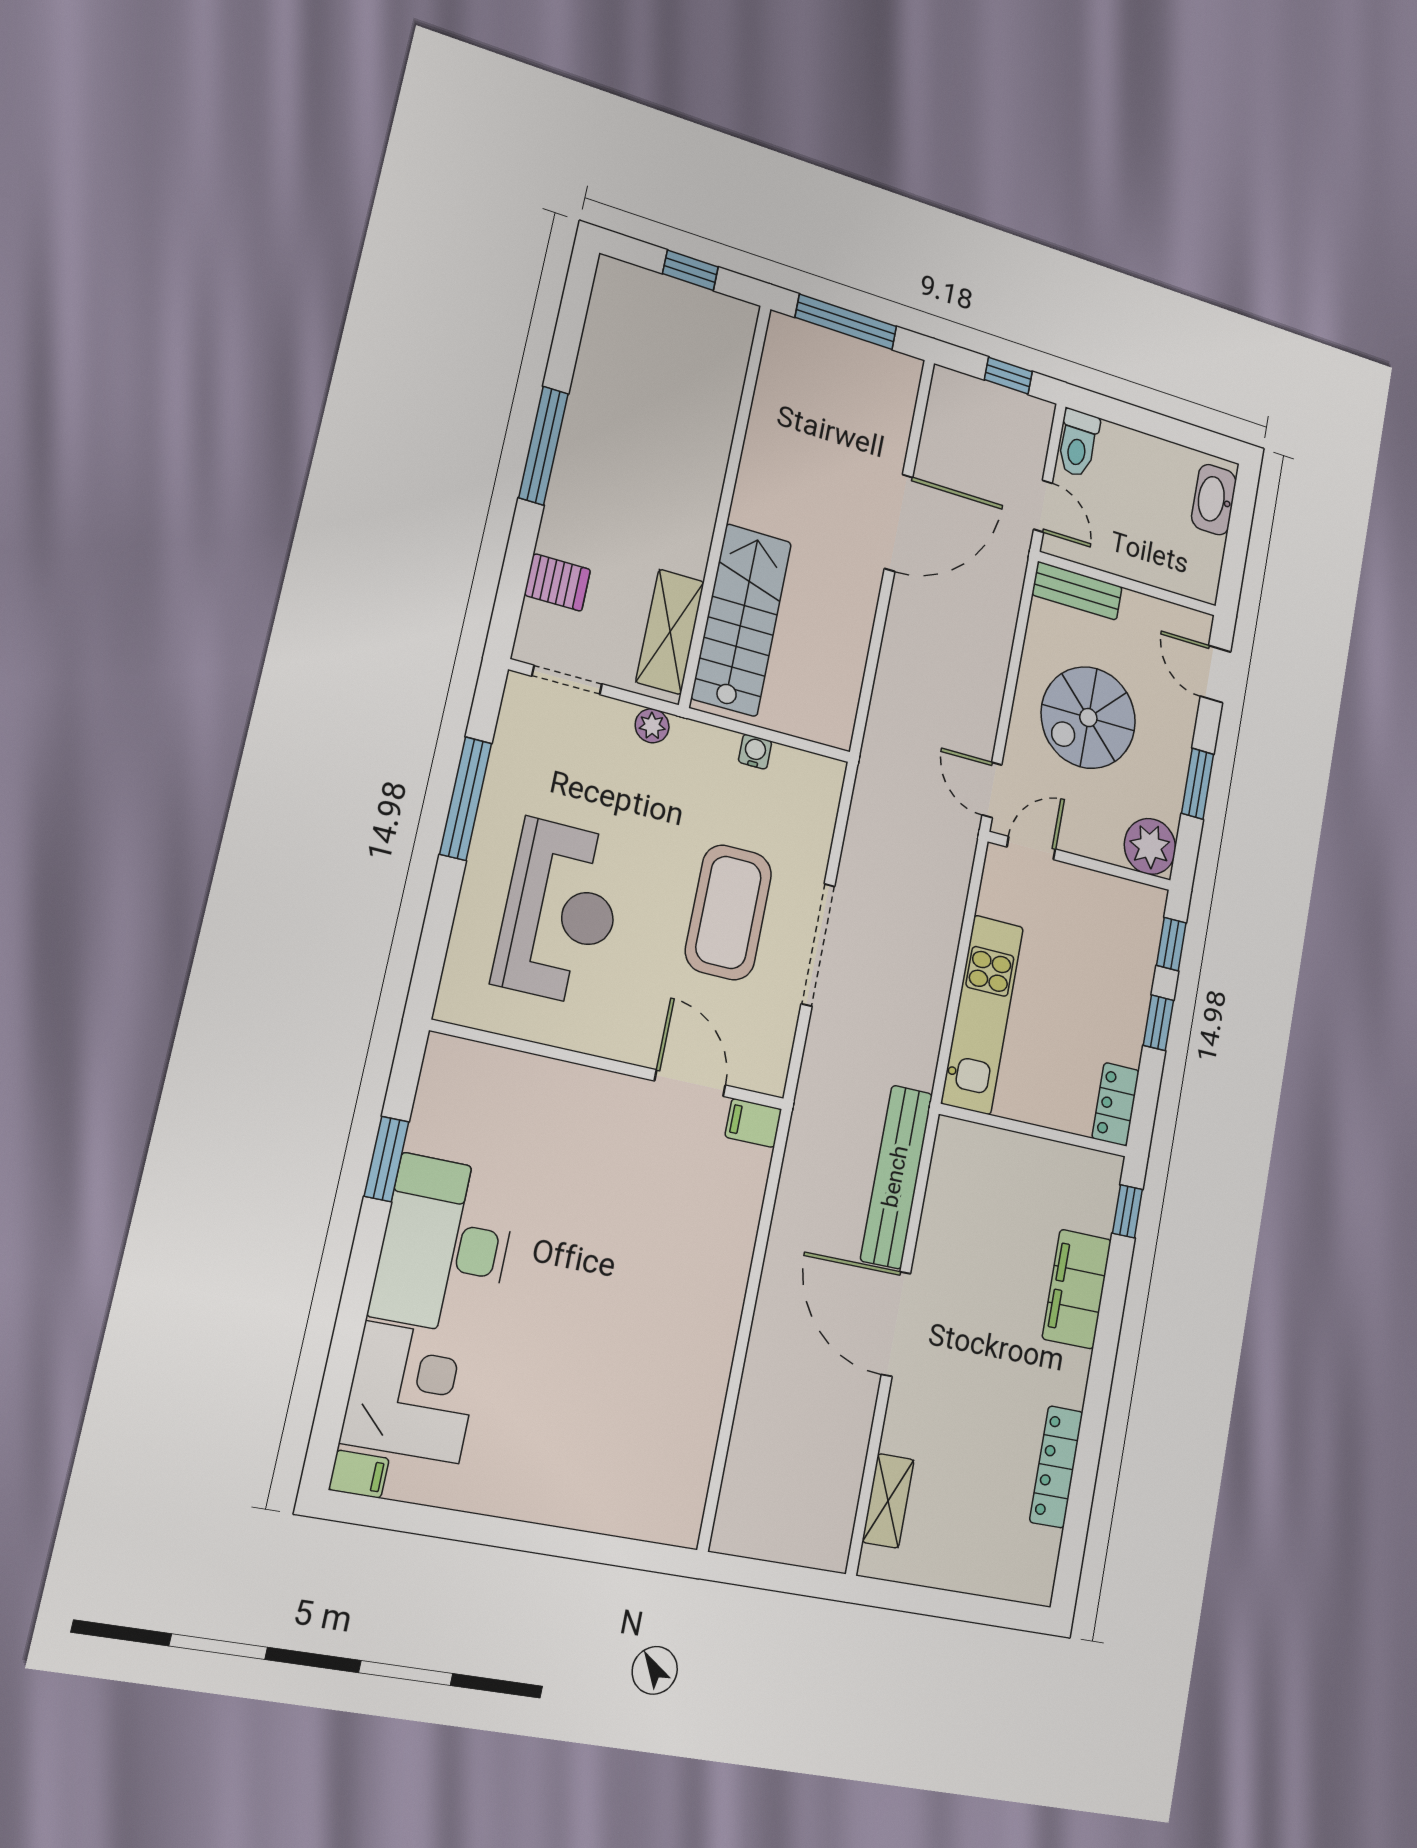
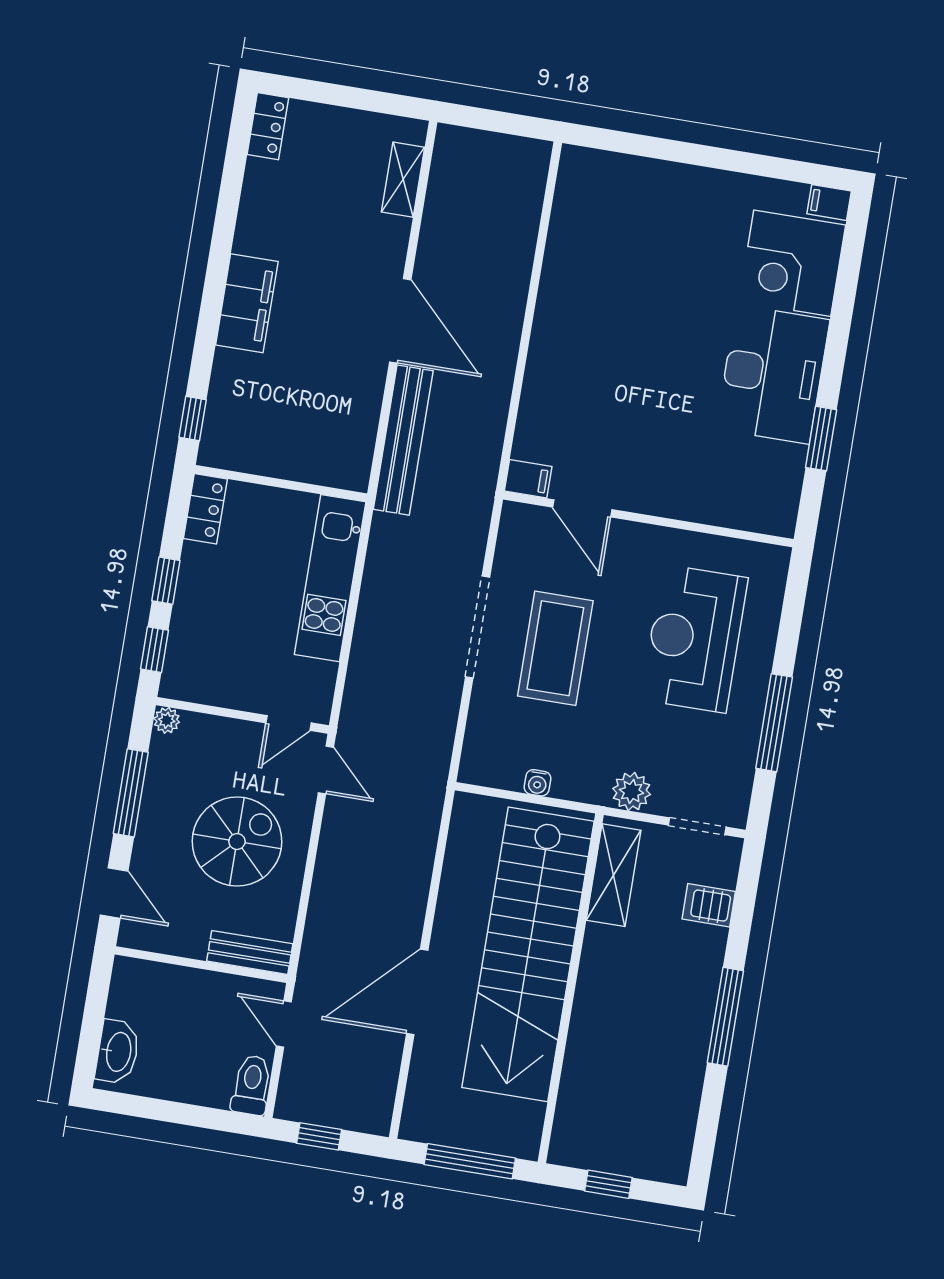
stairs: (741, 620) -> (528, 954), width x1.86, depth x1.51
plant: (652, 726) -> (632, 791), width x1.38, depth x1.38
window: (1198, 784) -> (131, 793), width x1.44
plant: (1150, 846) -> (167, 720), width x0.53, depth x0.53
filing cabinet: (1077, 1289) -> (247, 303), moved
locker: (1056, 1467) -> (268, 126), moved, width x0.66

